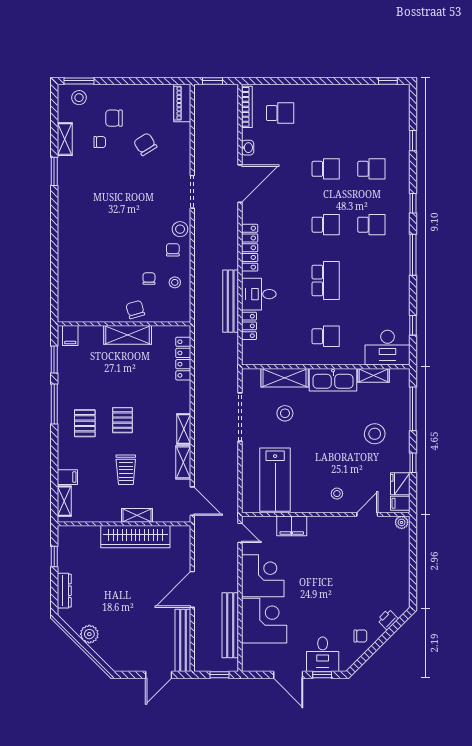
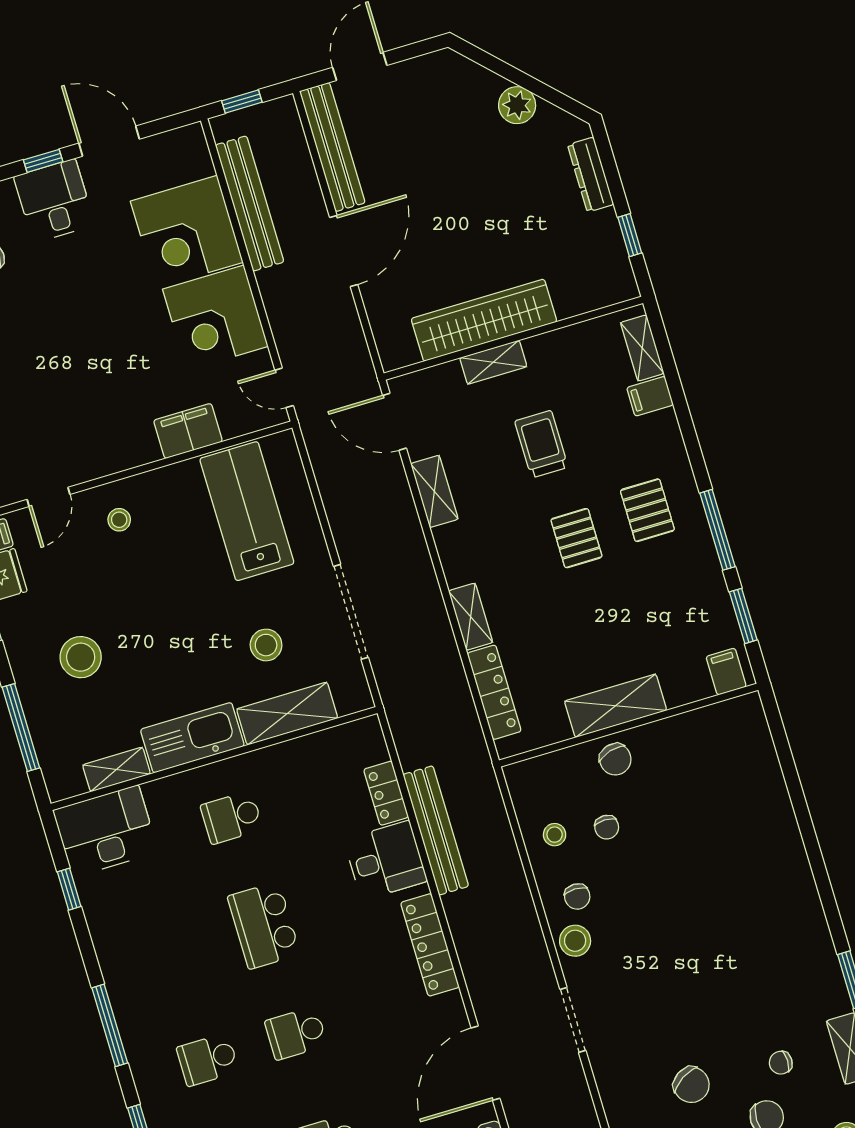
shelving: (184, 429) -> (471, 617), moved

